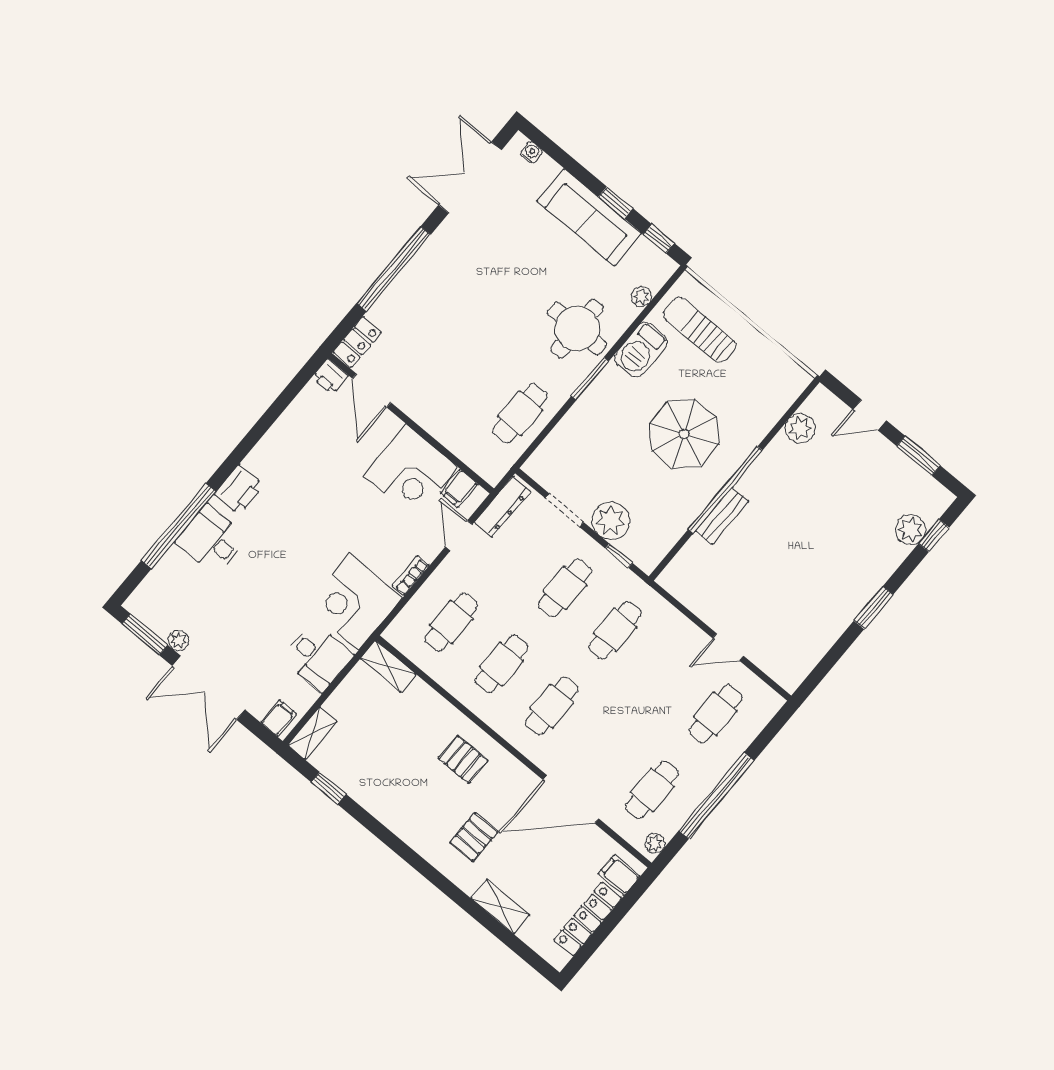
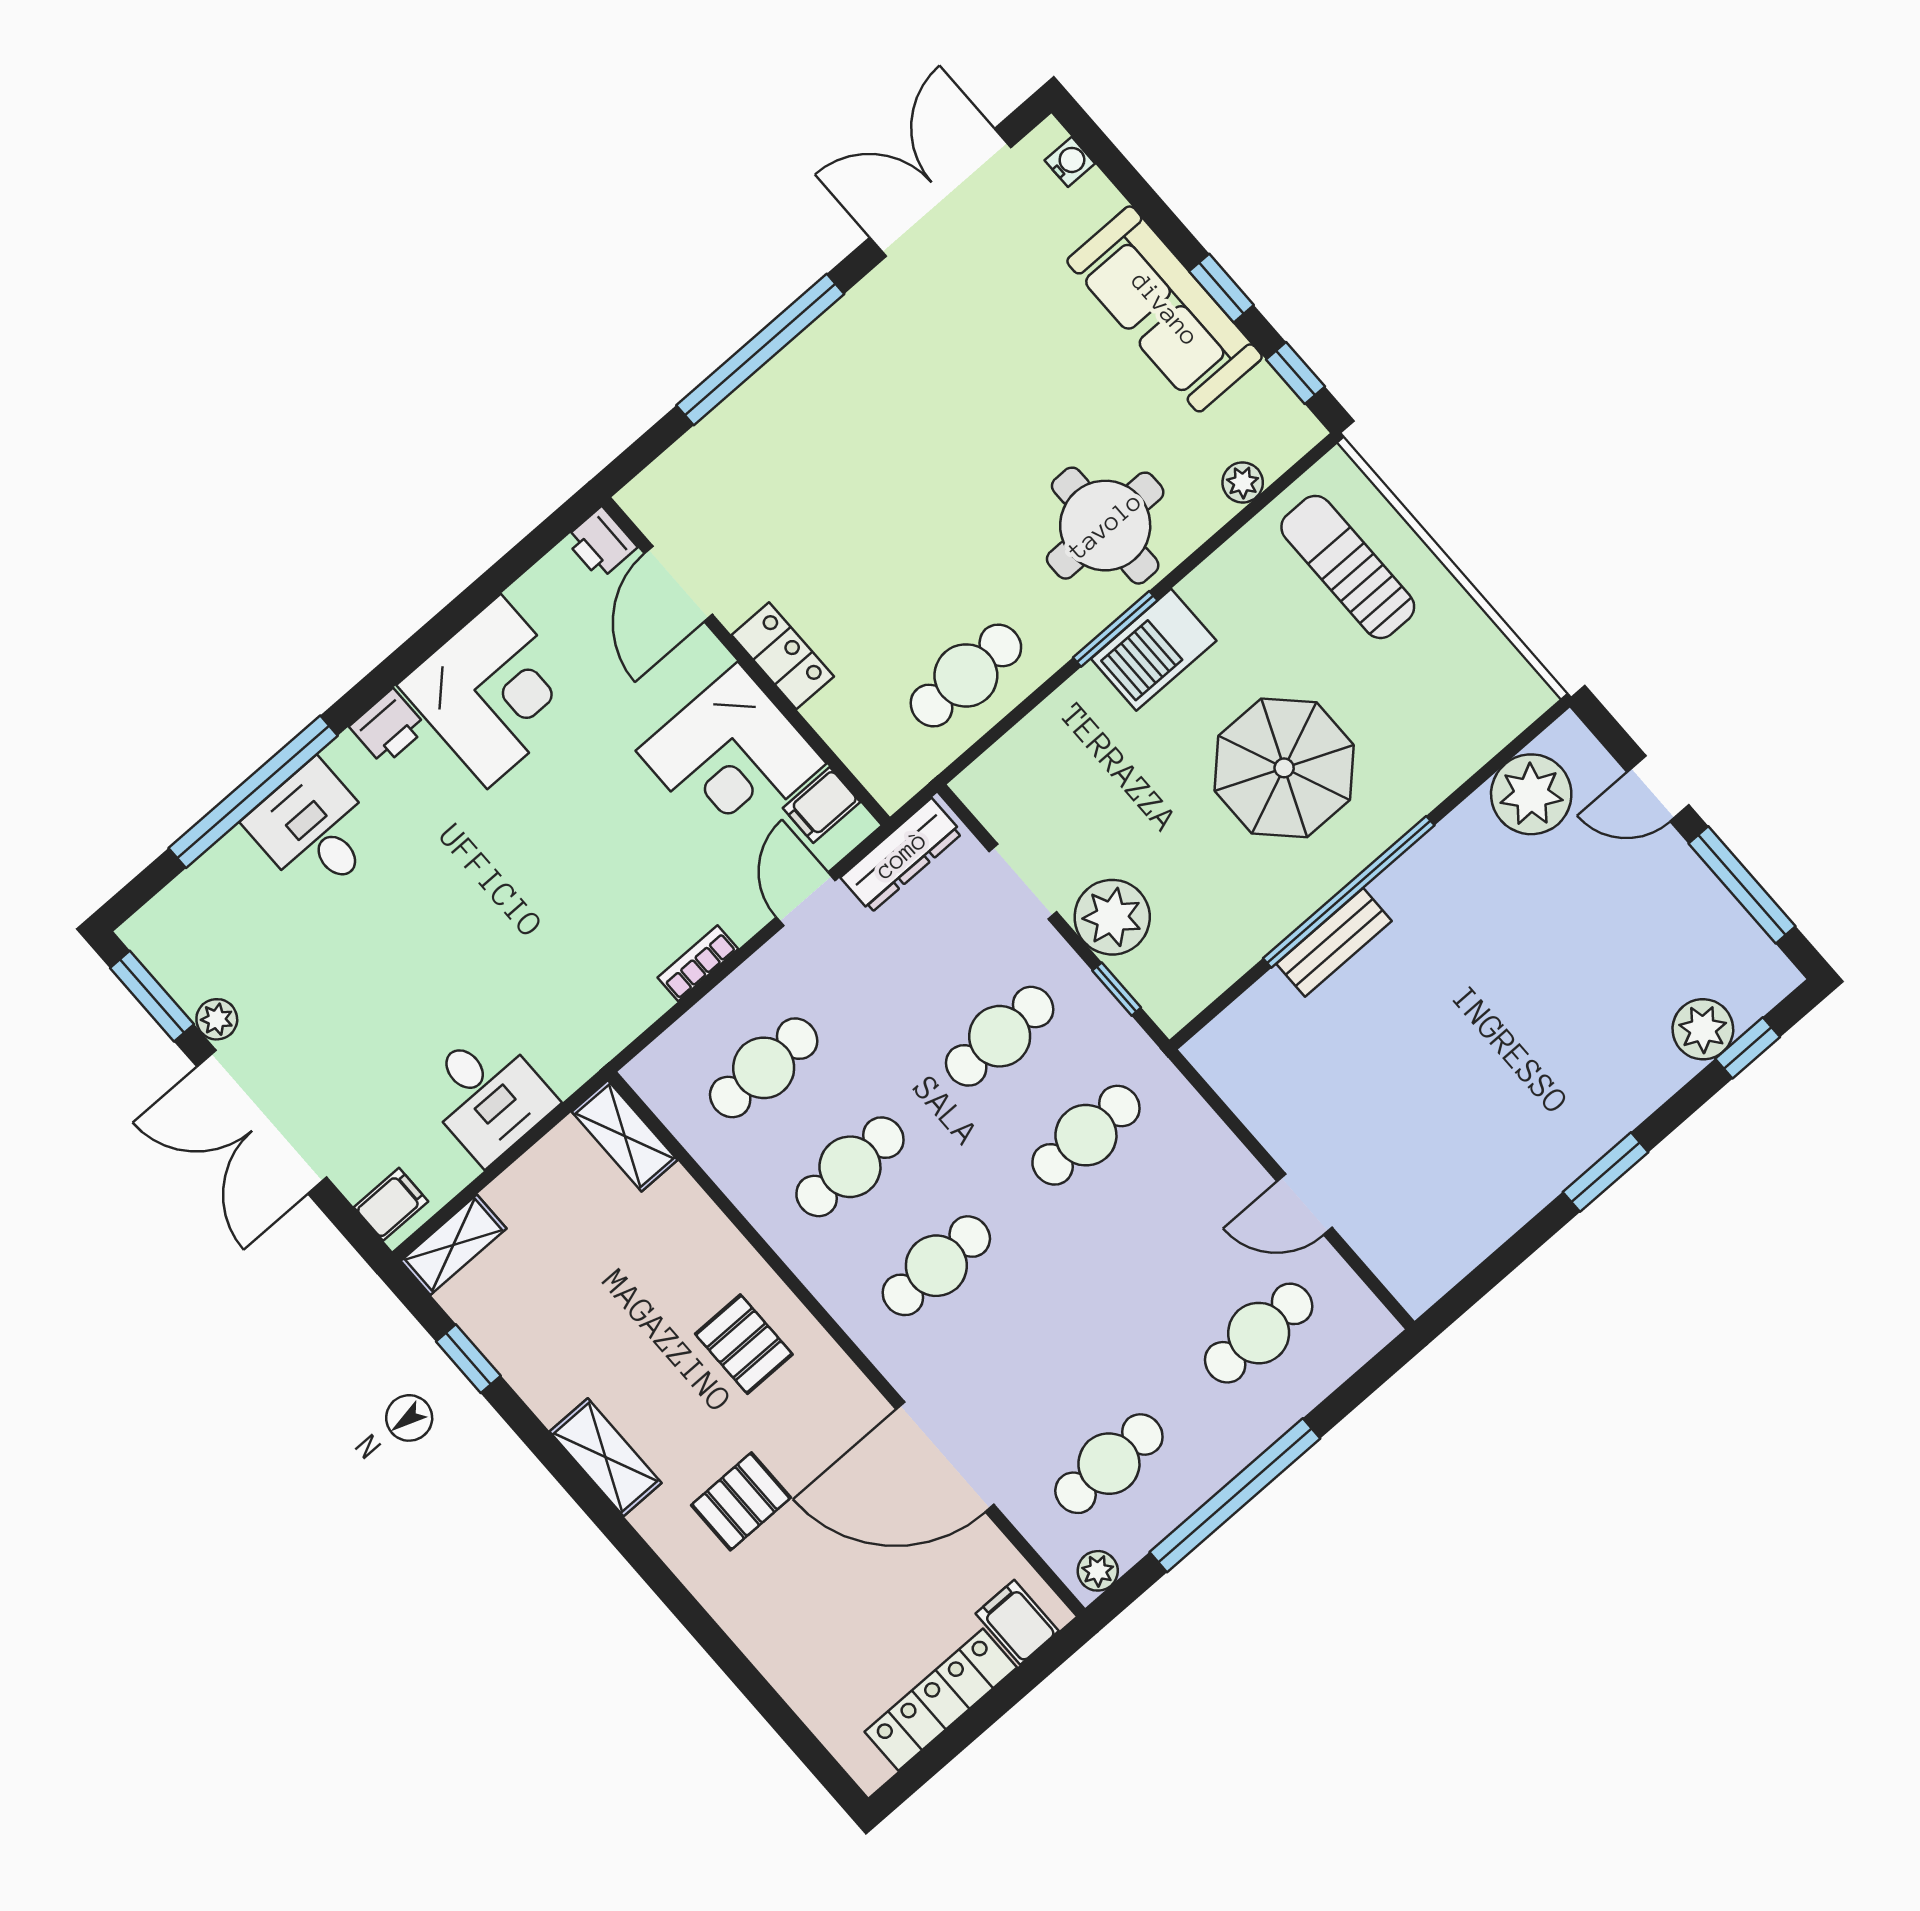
locker: (357, 342) -> (783, 656), moved, turned -90
barbecue: (641, 350) -> (1154, 650), moved
plant: (800, 428) -> (1531, 794), width x1.36, depth x1.36
window: (918, 456) -> (1742, 885), width x1.44
printer: (239, 490) -> (388, 727), width x0.73, depth x0.81
corner desk: (354, 602) -> (494, 691), moved, turned 180
shelving: (500, 907) -> (606, 1457), moved

